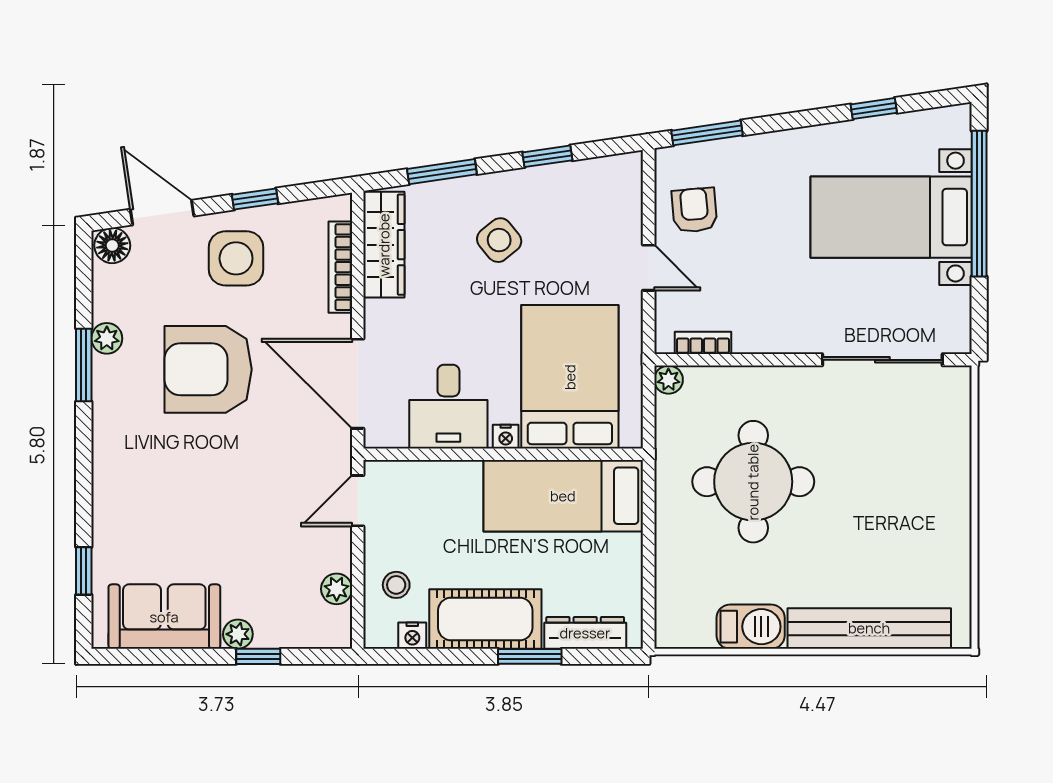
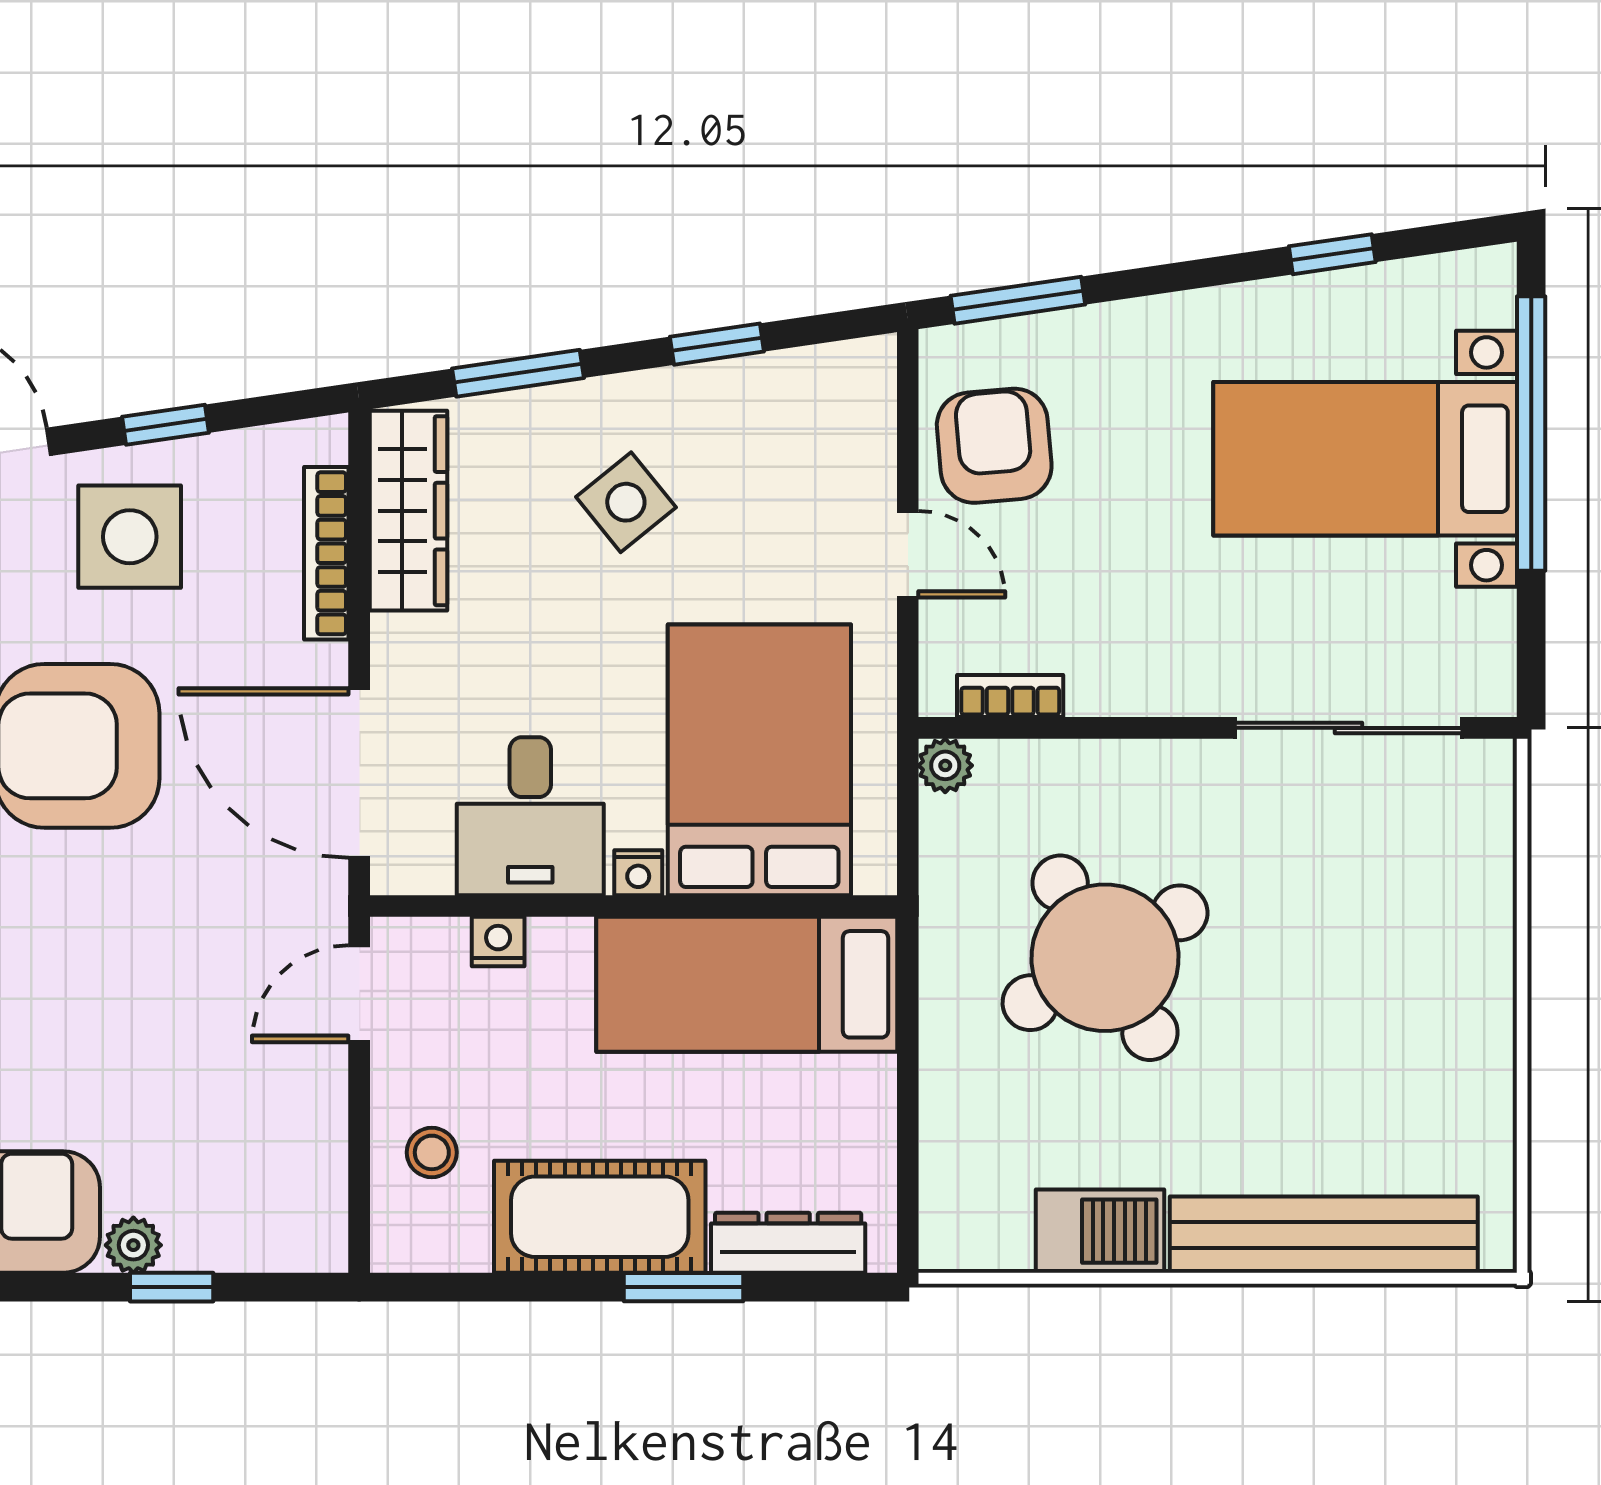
armchair: (694, 210) -> (994, 446), width x1.38, depth x1.38
round table: (753, 482) -> (1105, 958), turned -31
plant: (337, 589) -> (319, 1160), removed
nightstand: (412, 636) -> (498, 942), moved, turned 180

